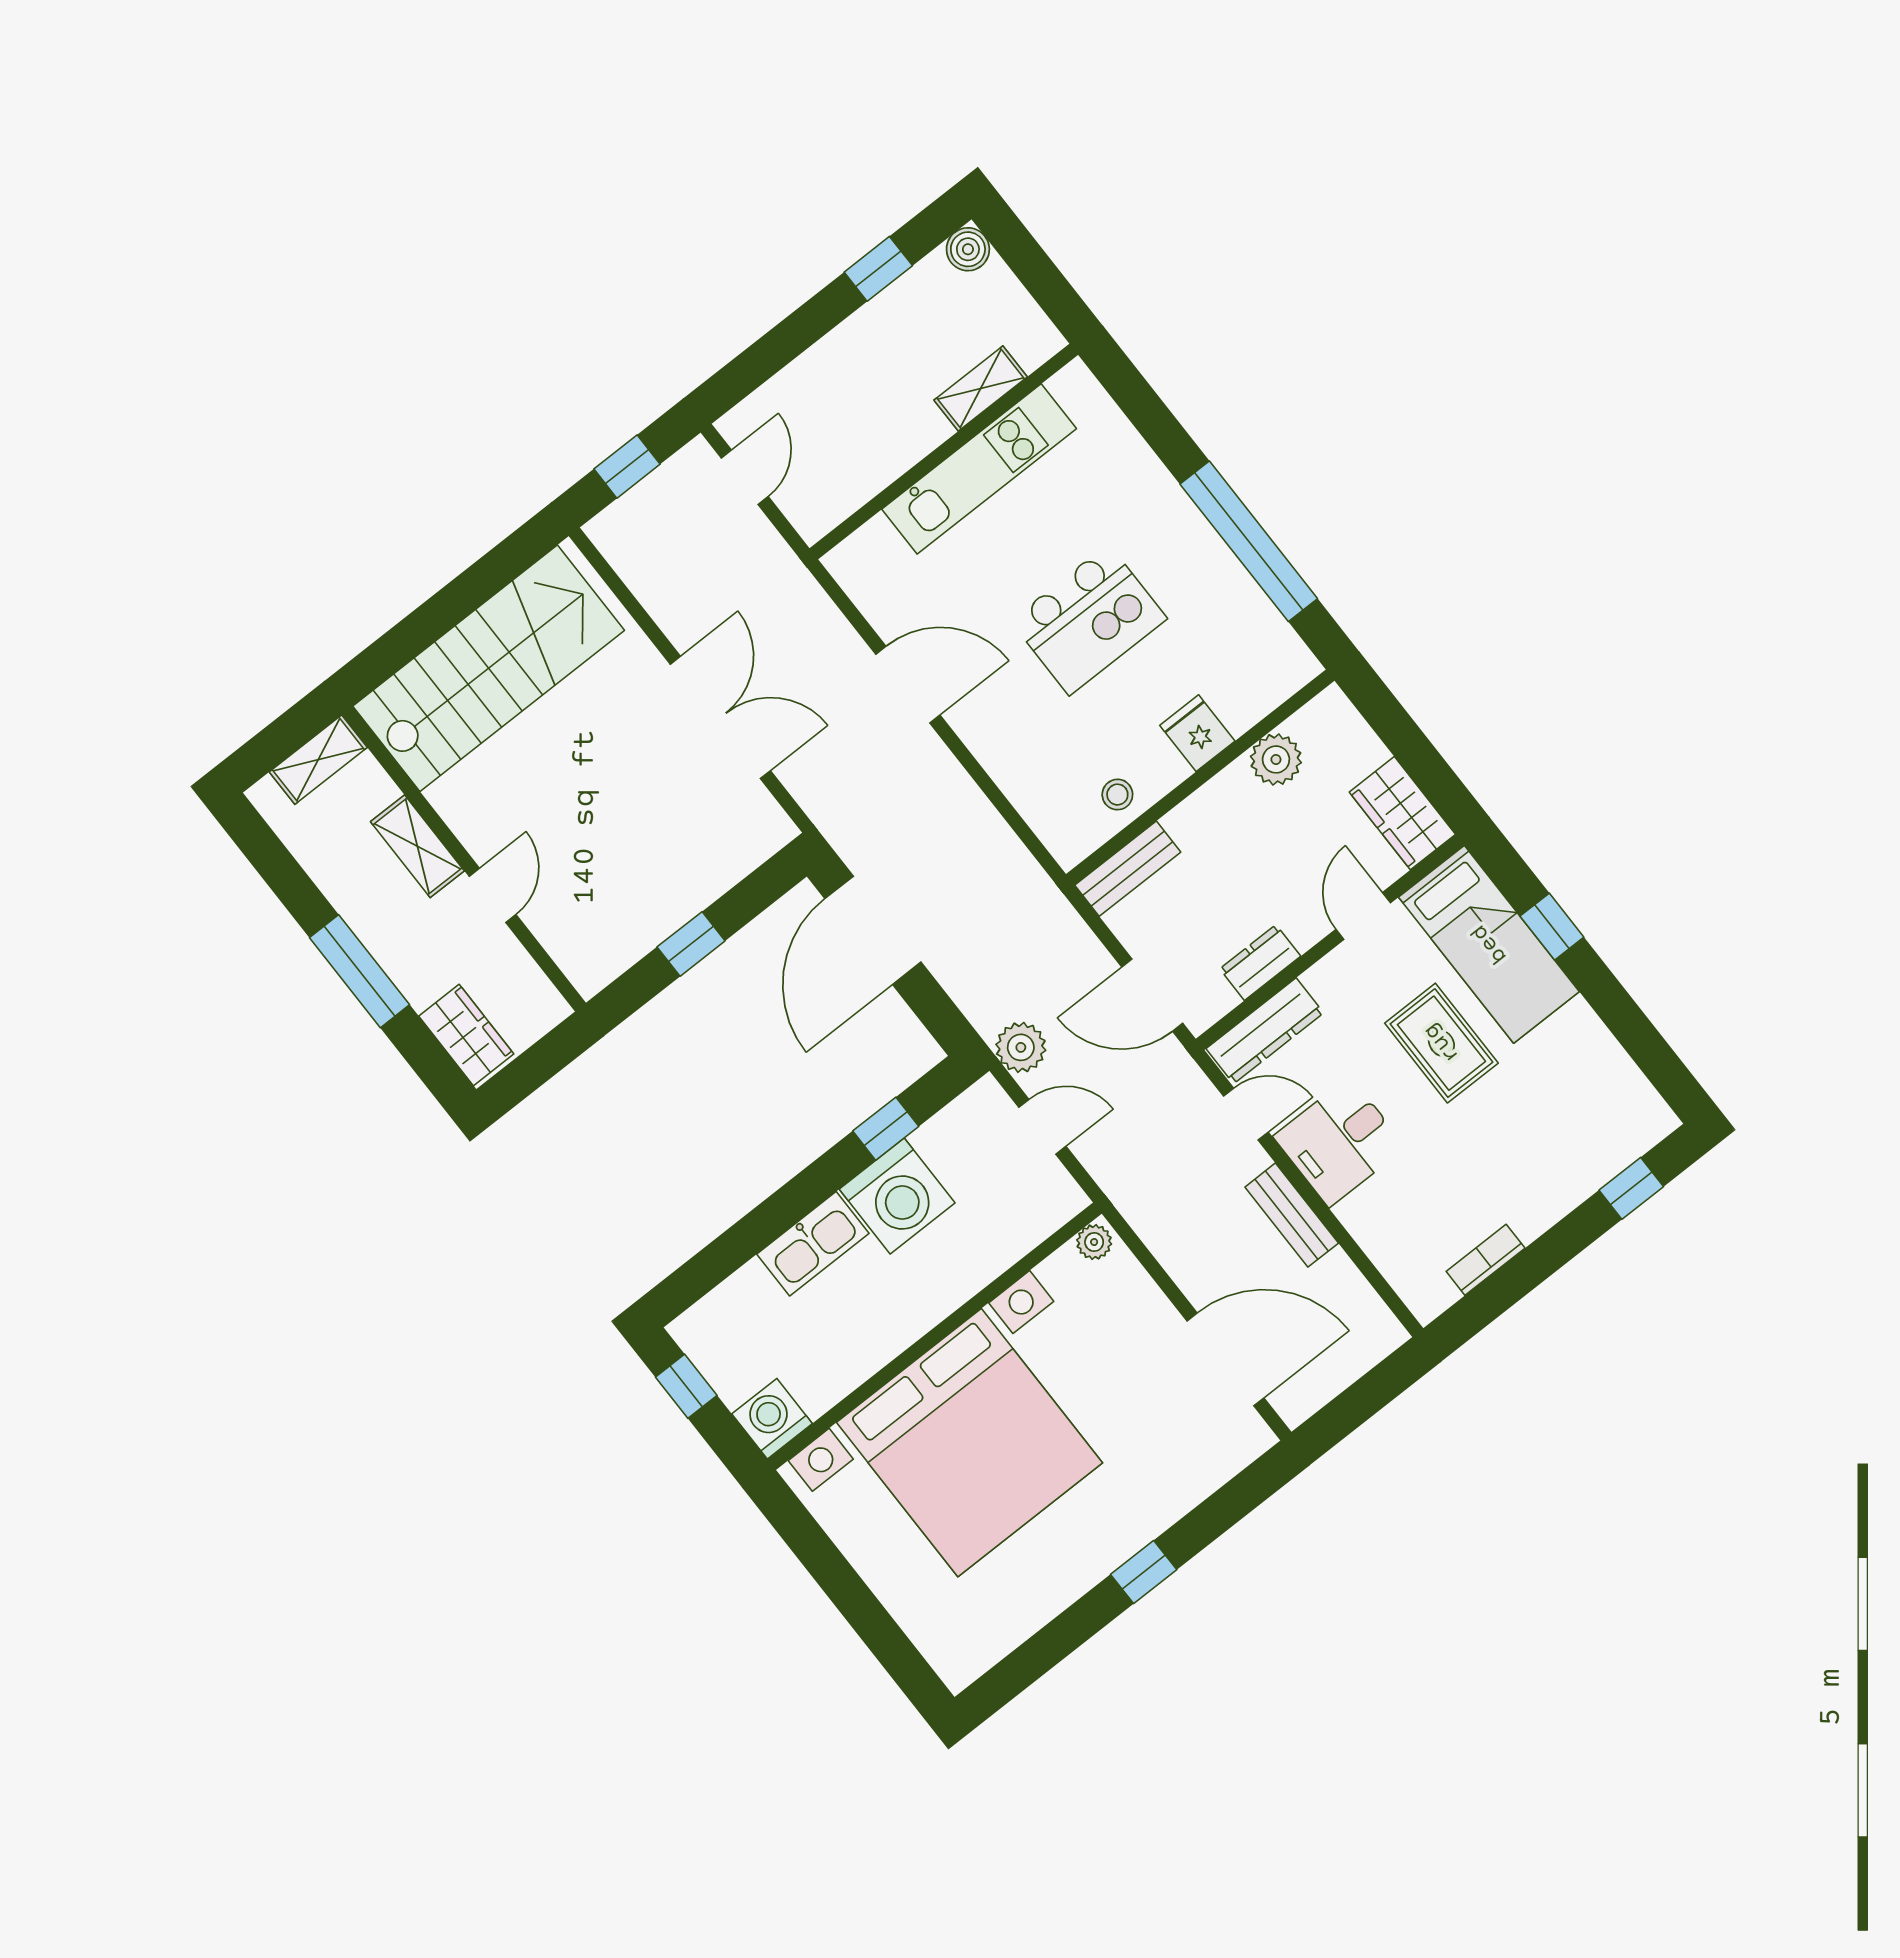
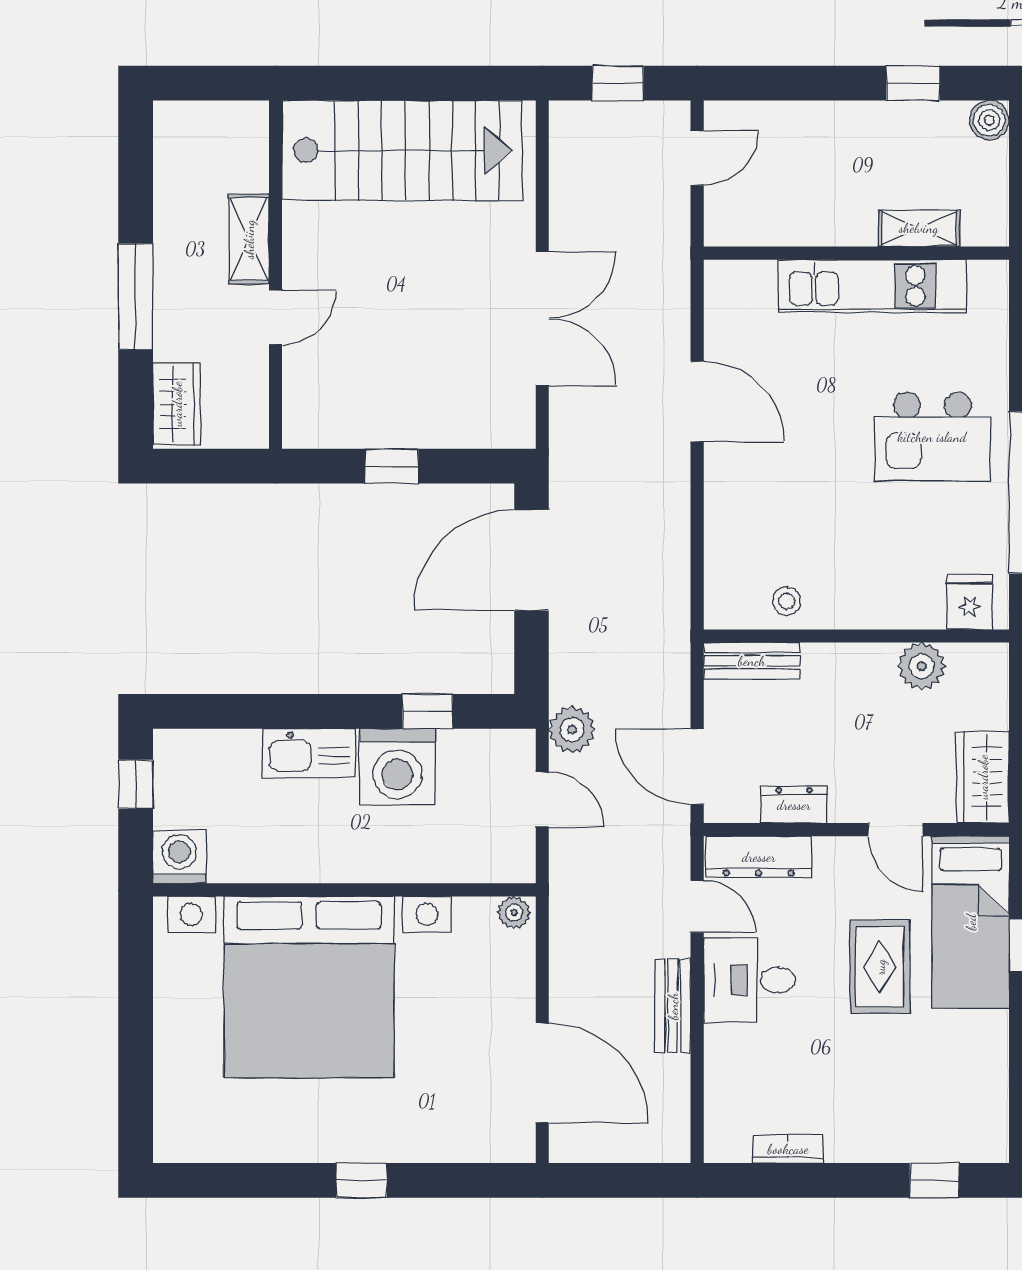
kitchen island: (1089, 620) -> (932, 437), moved
fridge: (1197, 733) -> (970, 602), moved
shelving: (318, 760) -> (226, 119), removed
door: (1363, 916) -> (895, 830), swing flipped

